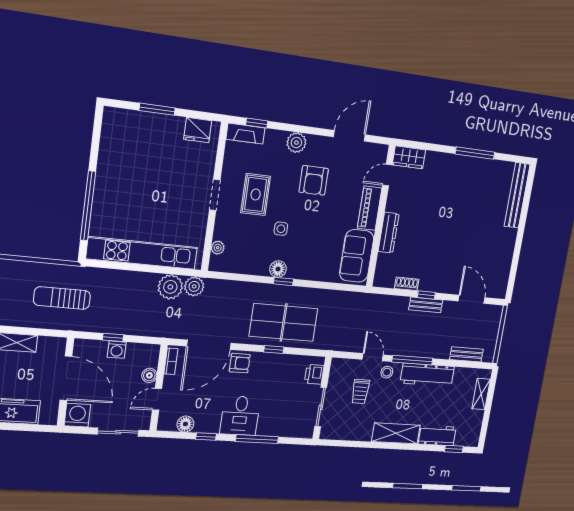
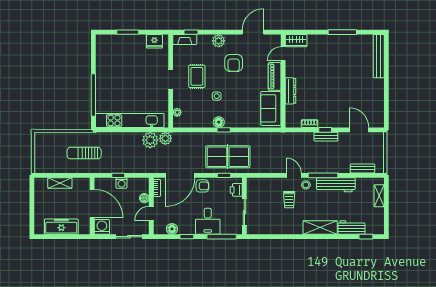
printer: (314, 374) -> (236, 190), moved
wall: (322, 398) -> (244, 206), moved
sliding door: (321, 407) -> (244, 212), moved

